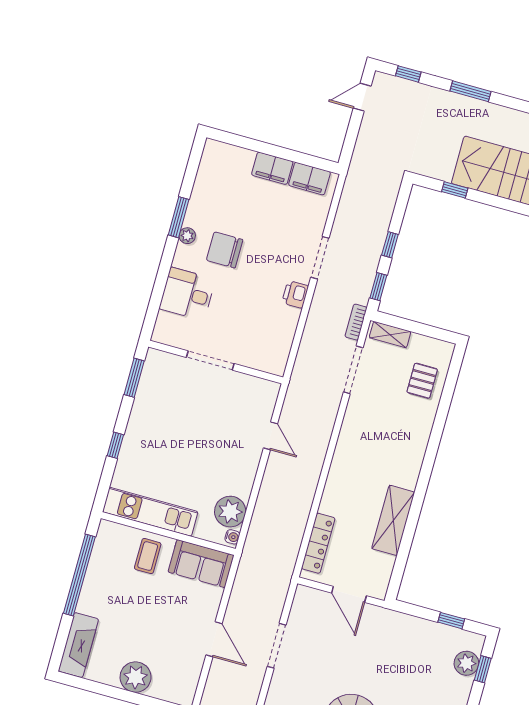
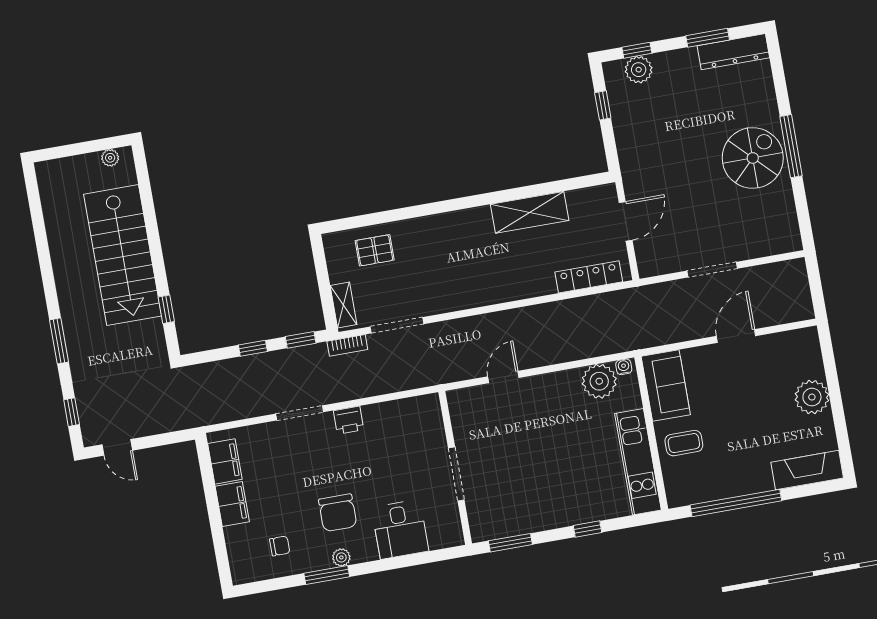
chair: (220, 190) -> (280, 546), added

